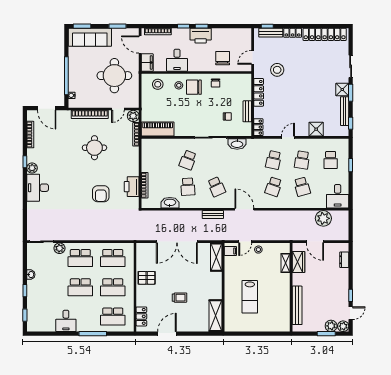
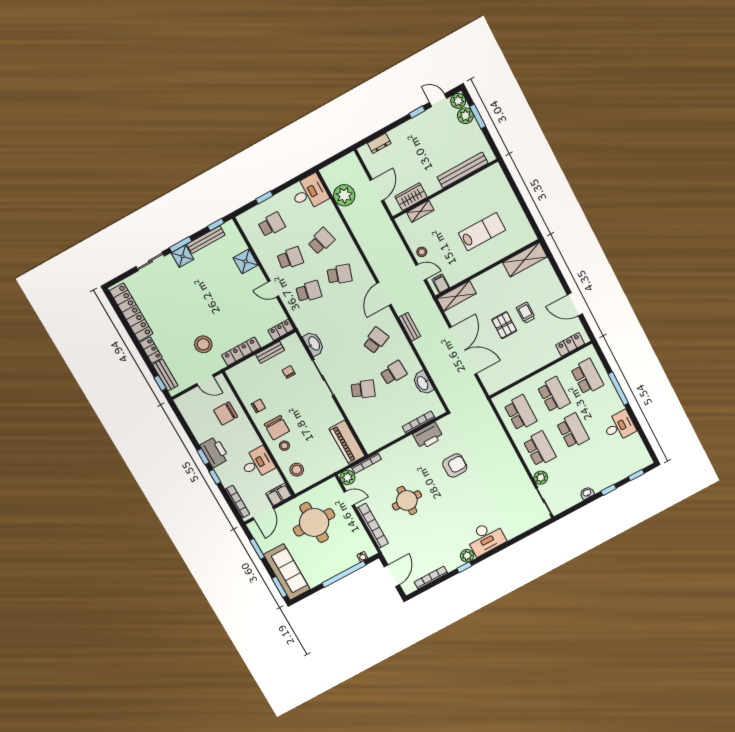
pallet: (147, 278) -> (504, 325), moved

